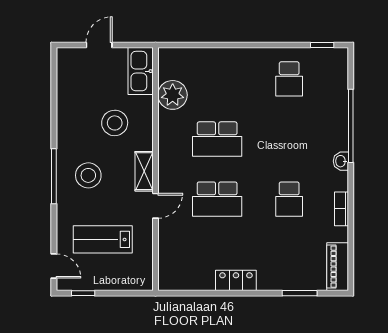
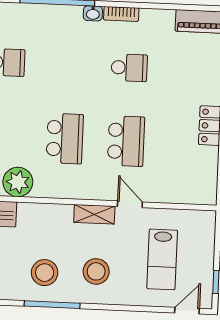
stool: (115, 123) -> (45, 273), moved
window: (54, 176) -> (52, 305), moved
bookcase: (341, 209) -> (121, 14), moved

